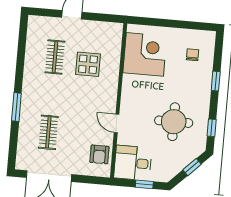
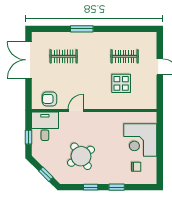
corner desk: (145, 54) -> (140, 140), moved, turned 90
round table: (174, 122) -> (81, 156), turned -34
window: (212, 128) -> (91, 187), moved

